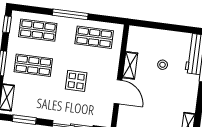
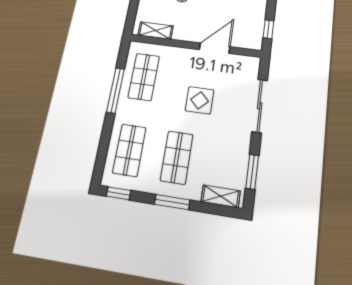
window: (70, 14) -> (116, 90), moved
shelving: (130, 65) -> (156, 31), moved

